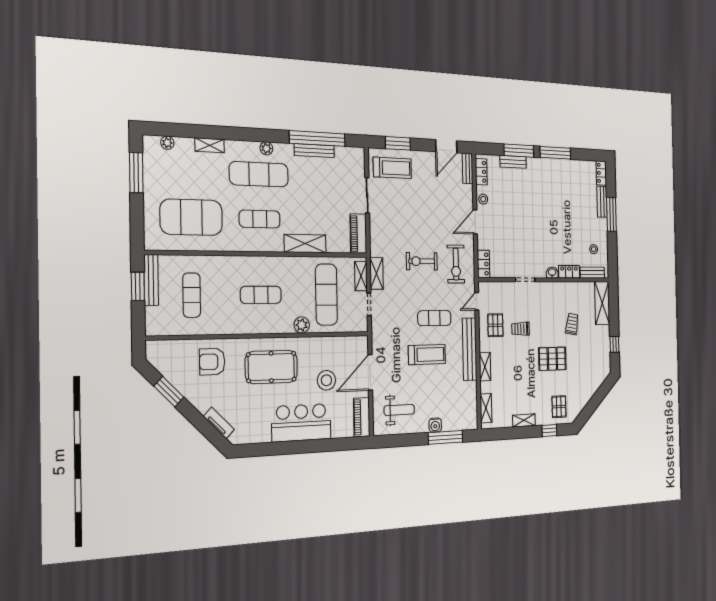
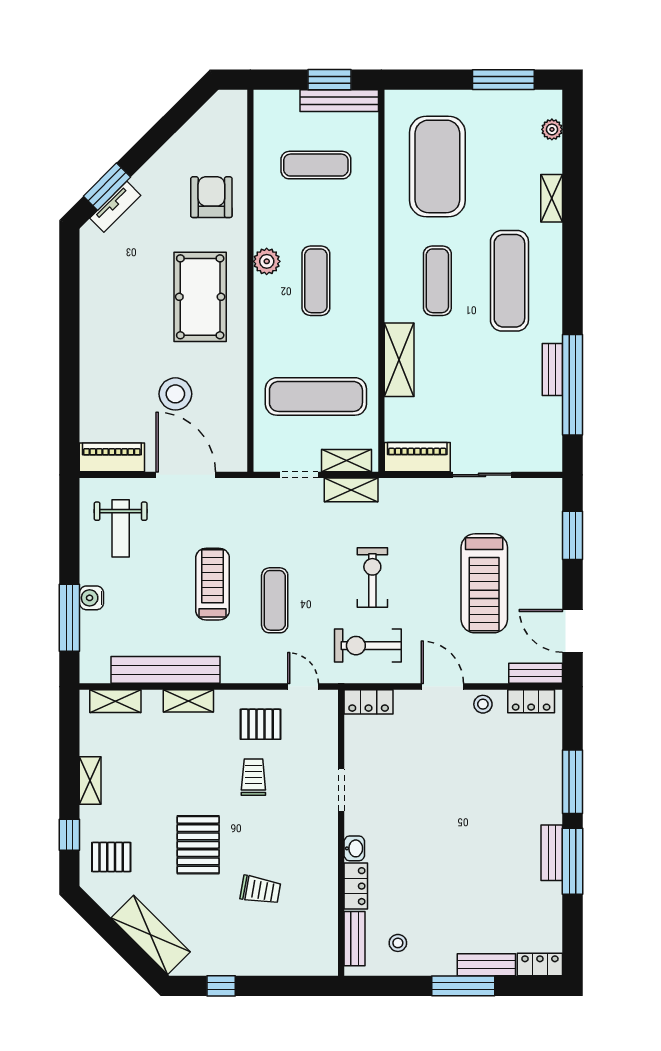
plant: (266, 148) -> (552, 294), removed
bench: (314, 151) -> (552, 370), width x0.73
bench: (513, 162) -> (552, 853), moved
treadmill: (392, 168) -> (484, 583), moved, width x1.37, depth x1.38
shelving: (602, 303) -> (151, 935), moved, turned 45
plant: (302, 325) -> (267, 261), moved
bench: (470, 349) -> (165, 670), moved
treadmill: (427, 355) -> (213, 584), turned 180
window: (169, 392) -> (107, 187), moved
bar counter: (301, 423) -> (108, 348), removed

